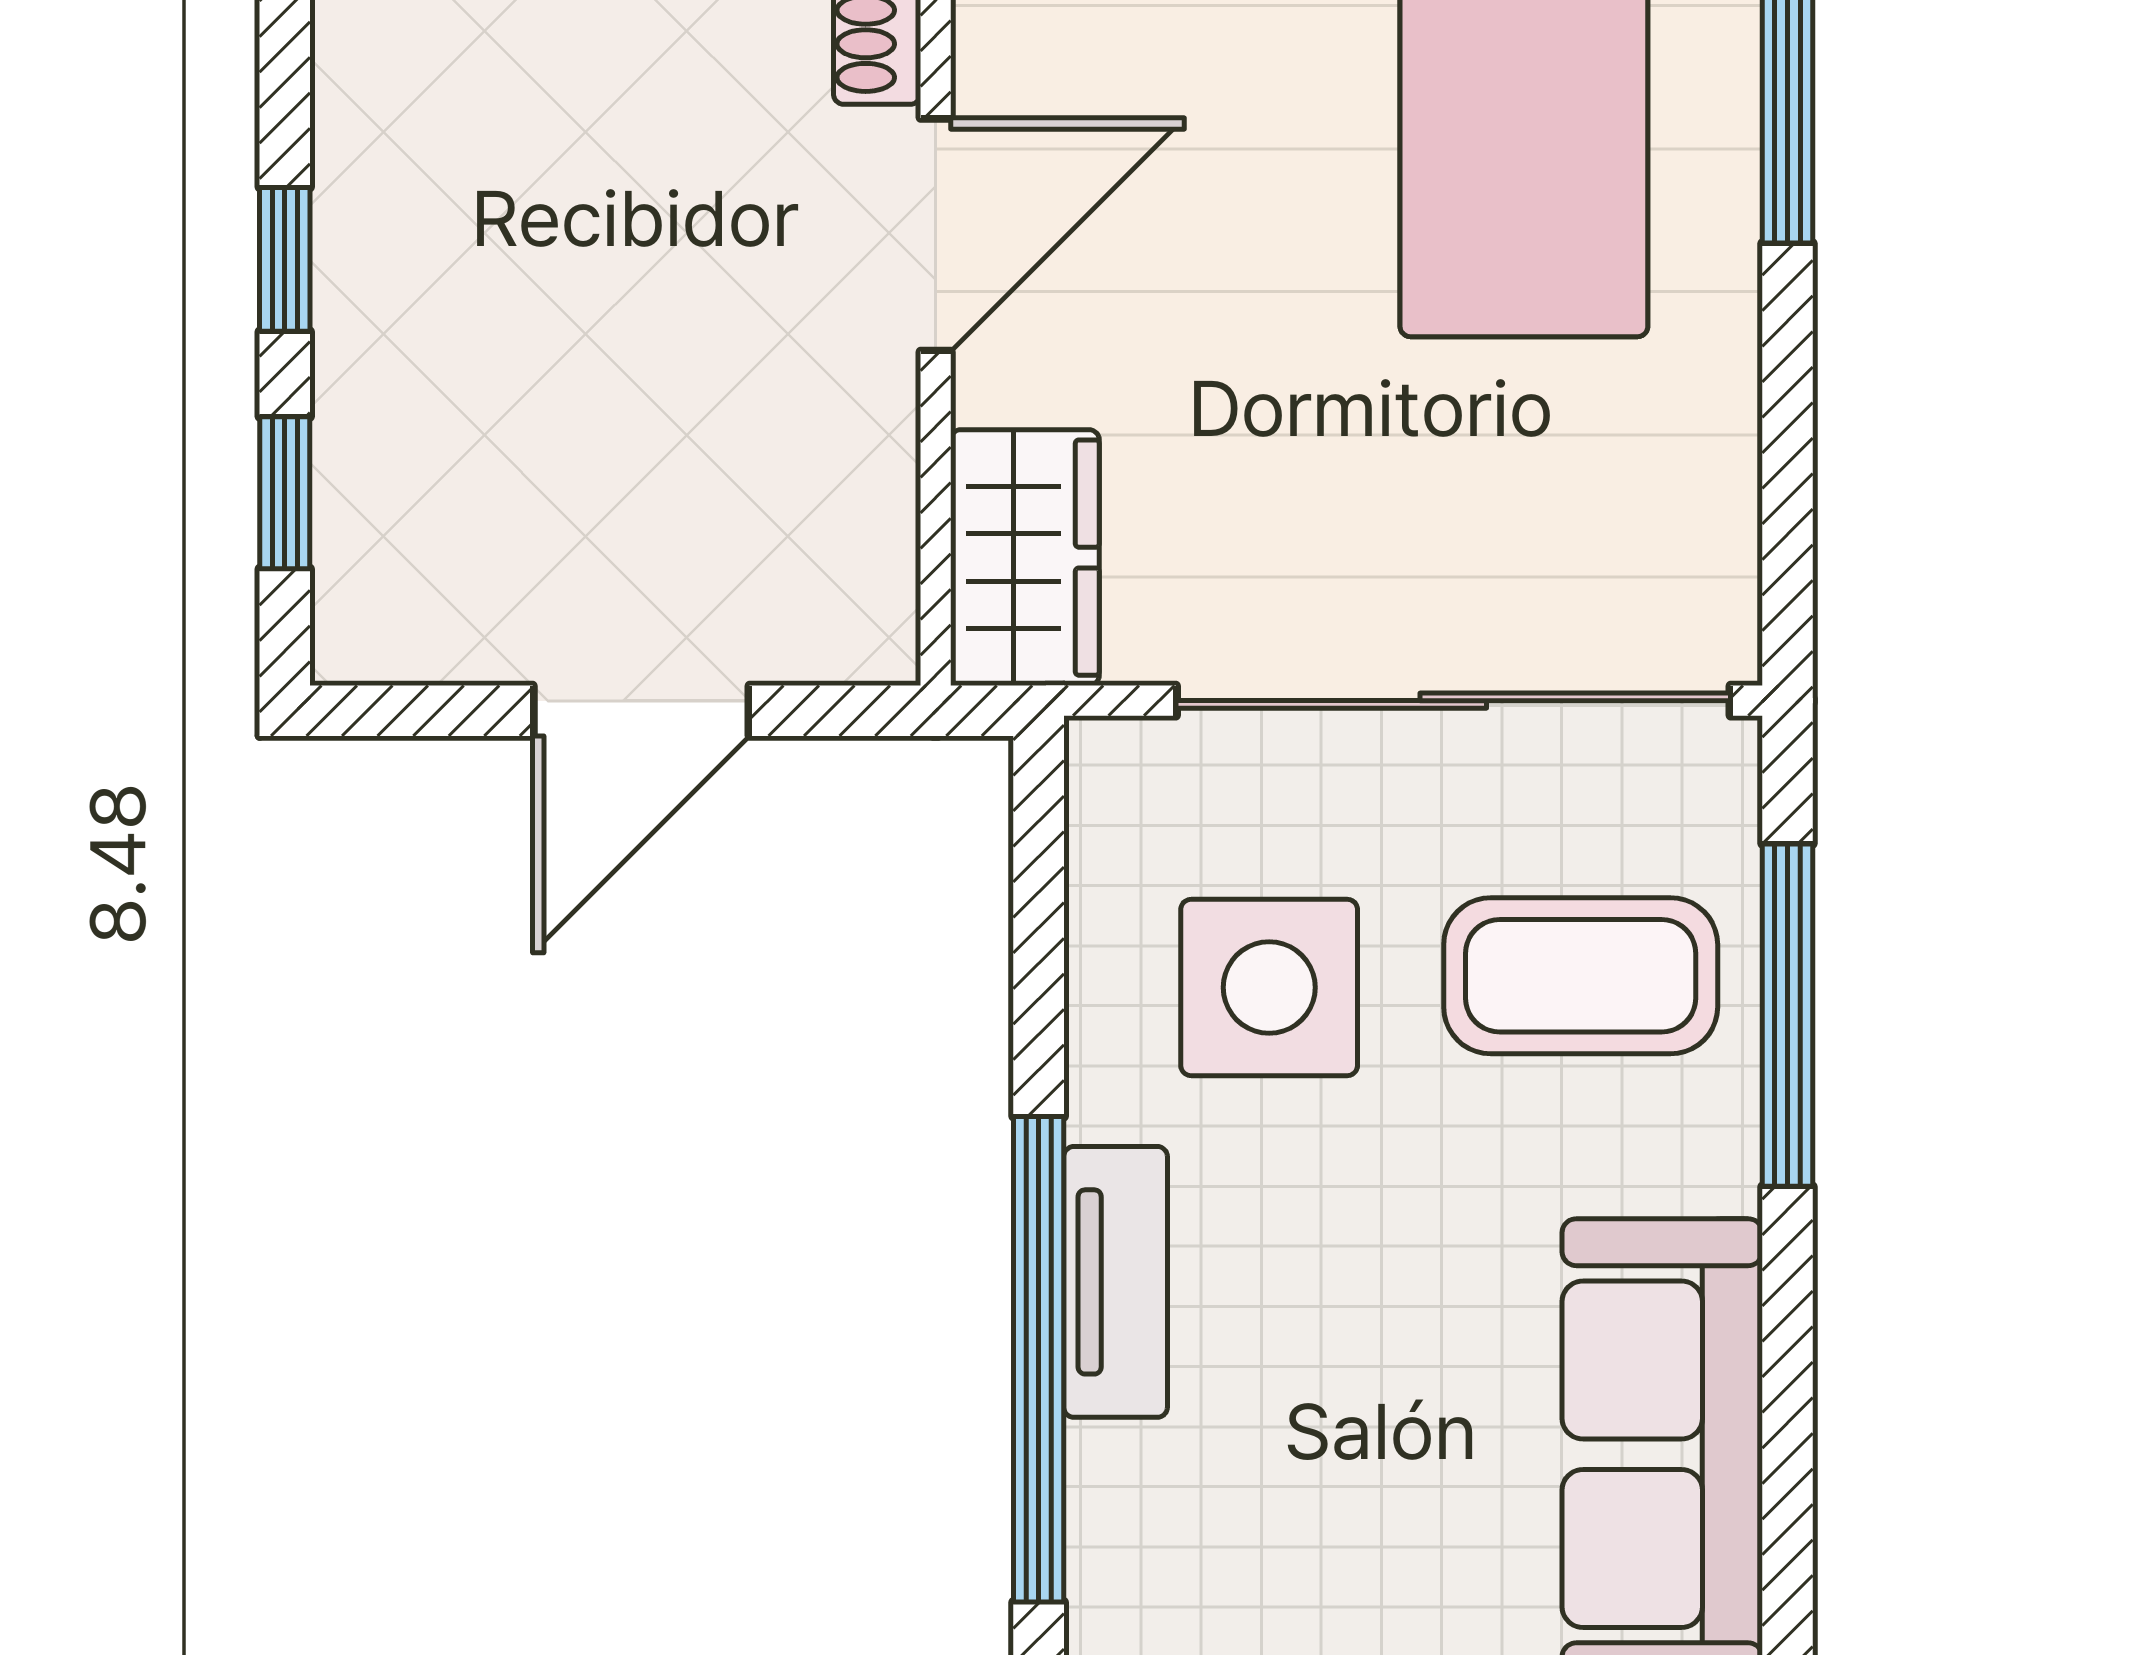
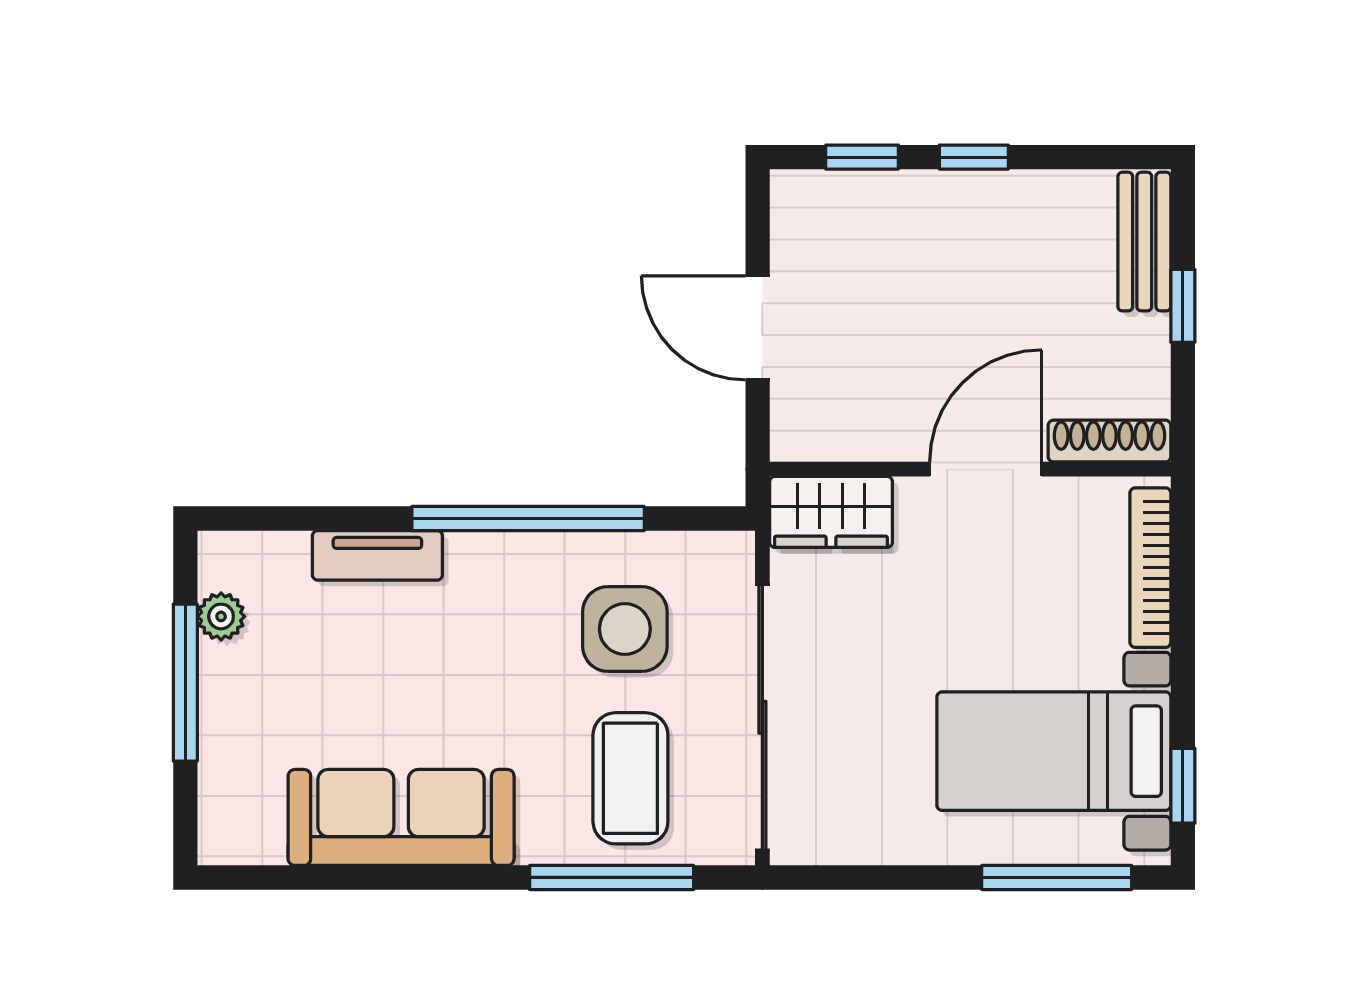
door: (936, 235) -> (986, 469), swing flipped
tv unit: (1116, 1282) -> (377, 555), moved
window: (1039, 1359) -> (528, 518), moved

